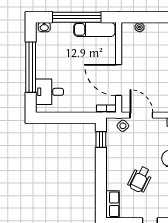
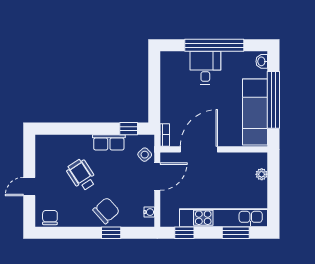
exam couch: (94, 29) -> (255, 112), width x1.36, depth x1.45
desk: (49, 92) -> (205, 68), moved
wheelchair: (140, 179) -> (81, 175), turned 31
row of seats: (113, 204) -> (109, 142), moved

